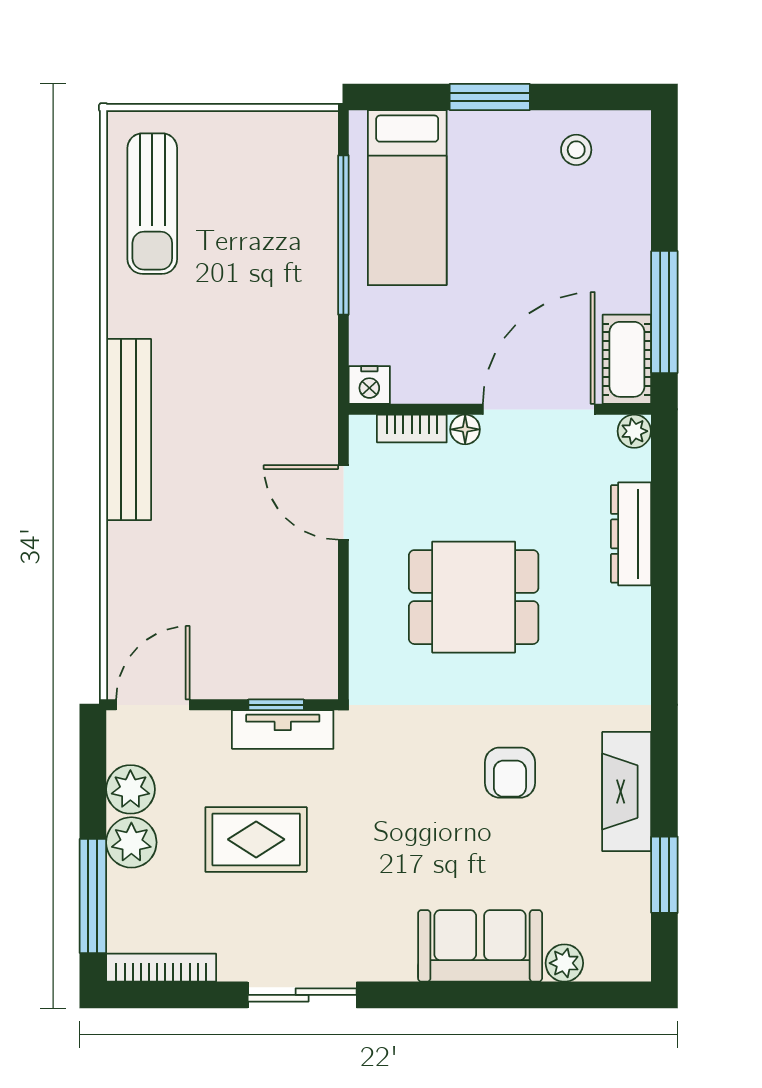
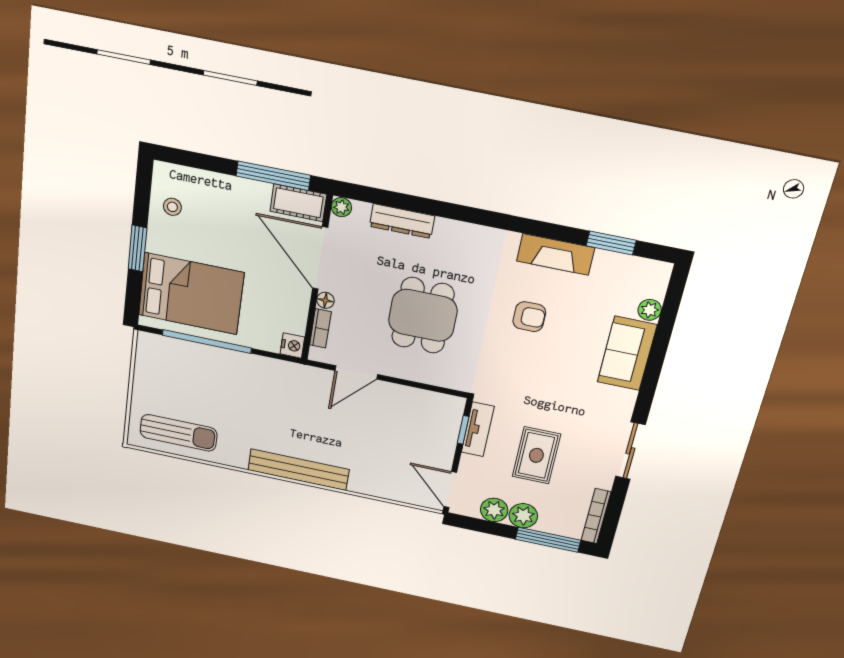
bed: (407, 198) -> (191, 294), width x1.50

